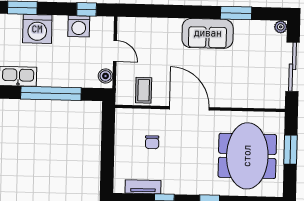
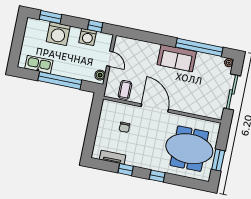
window: (236, 13) -> (199, 47), width x2.11
window: (290, 150) -> (218, 160), moved
meeting table: (247, 156) -> (189, 149), turned 90

